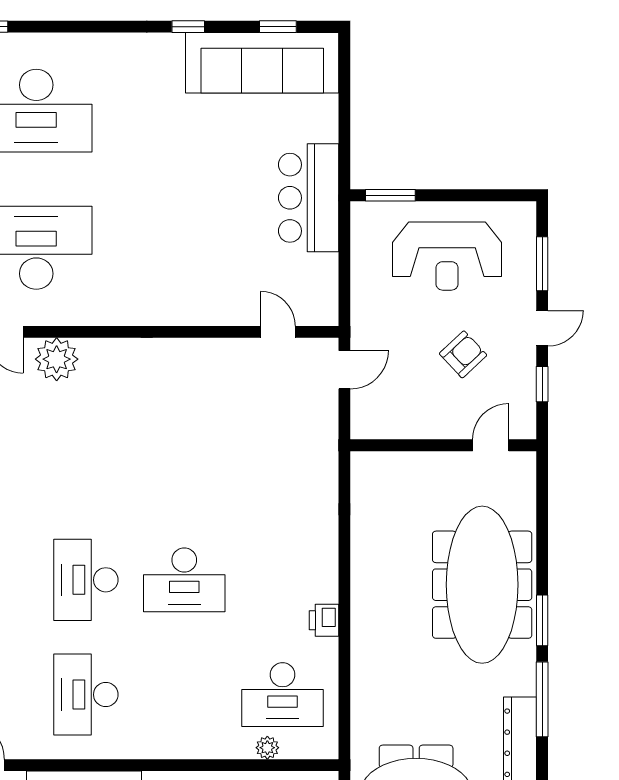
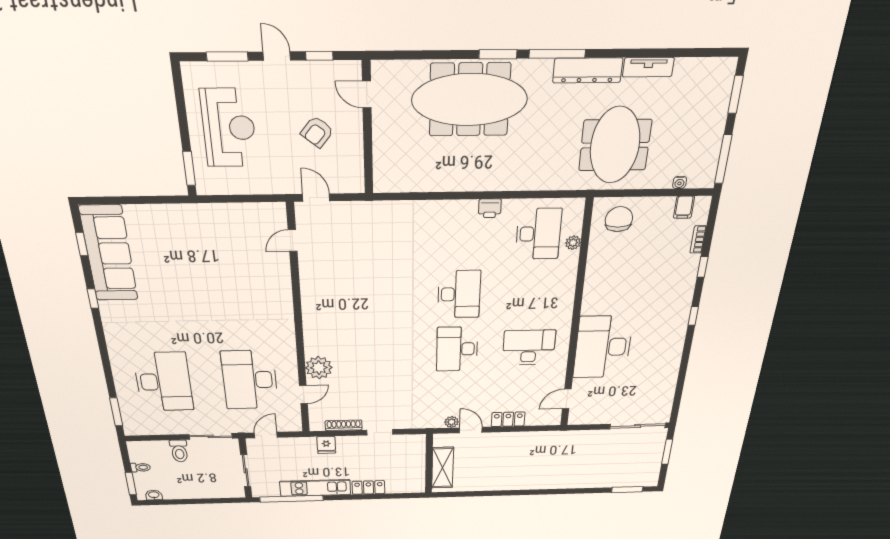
bar counter: (309, 198) -> (198, 223), removed
armchair: (463, 354) -> (317, 132), moved, turned -98
desk: (86, 580) -> (457, 349), turned 90
desk: (86, 695) -> (529, 348), turned 180

